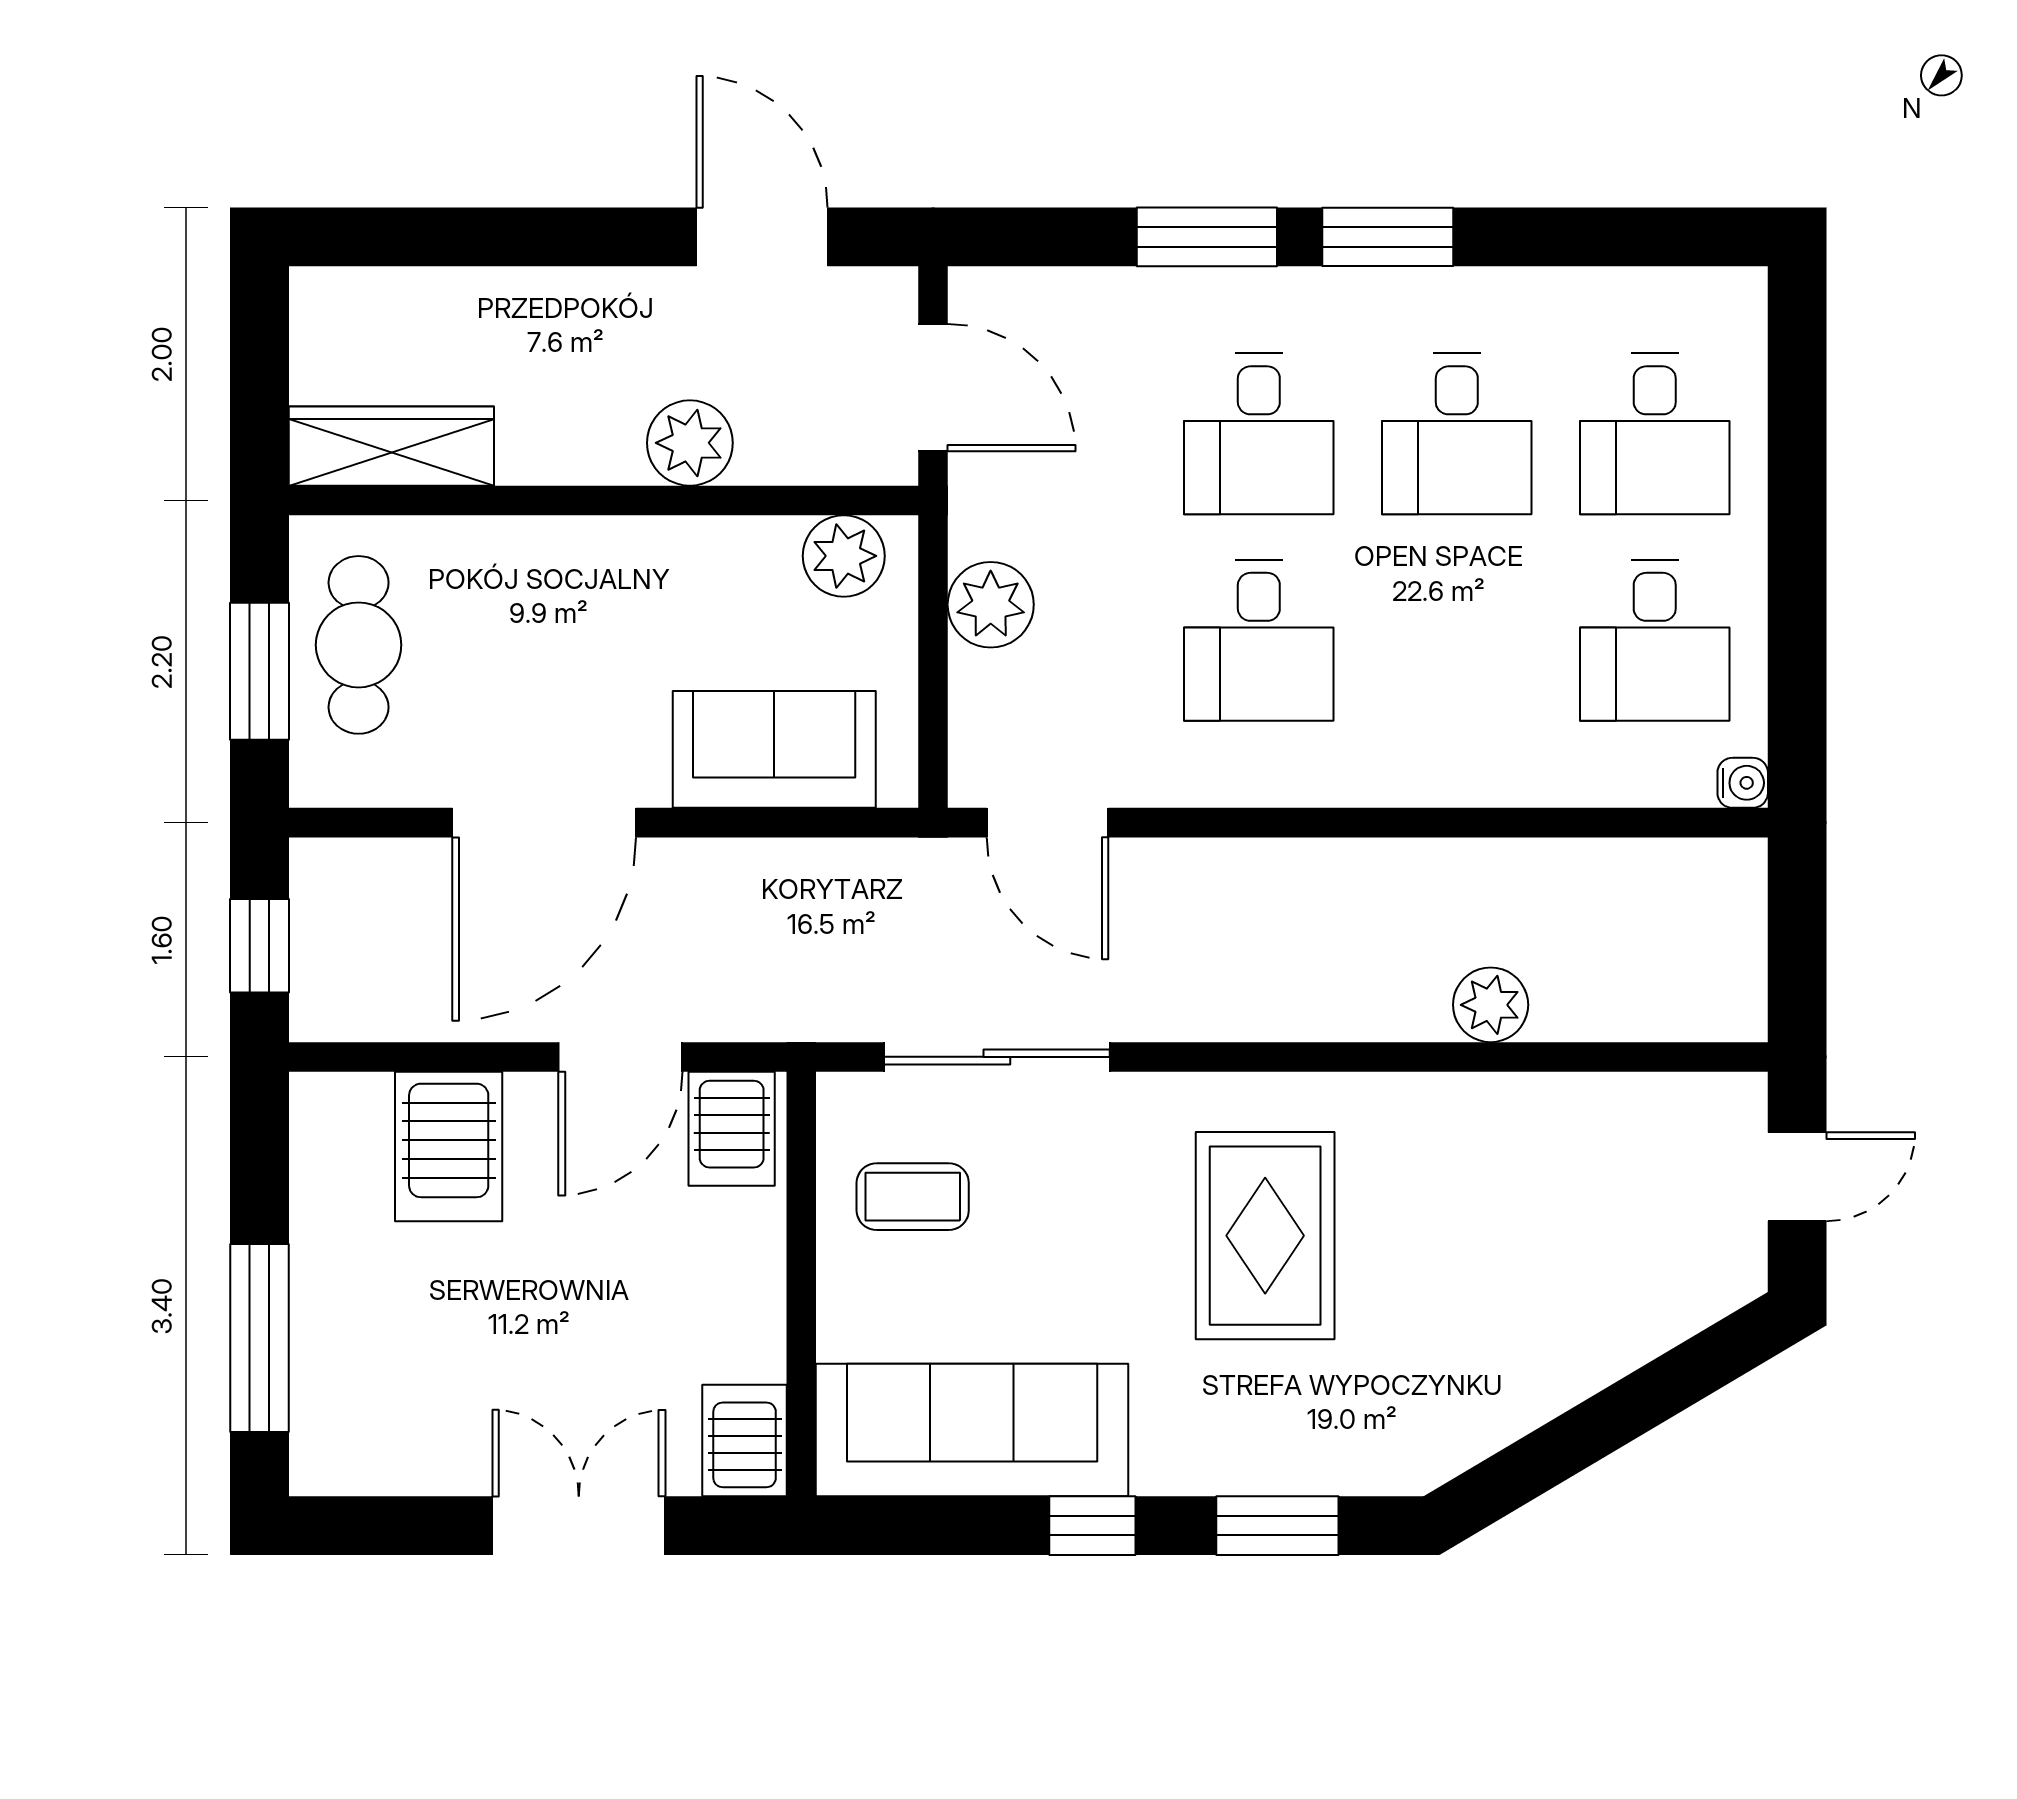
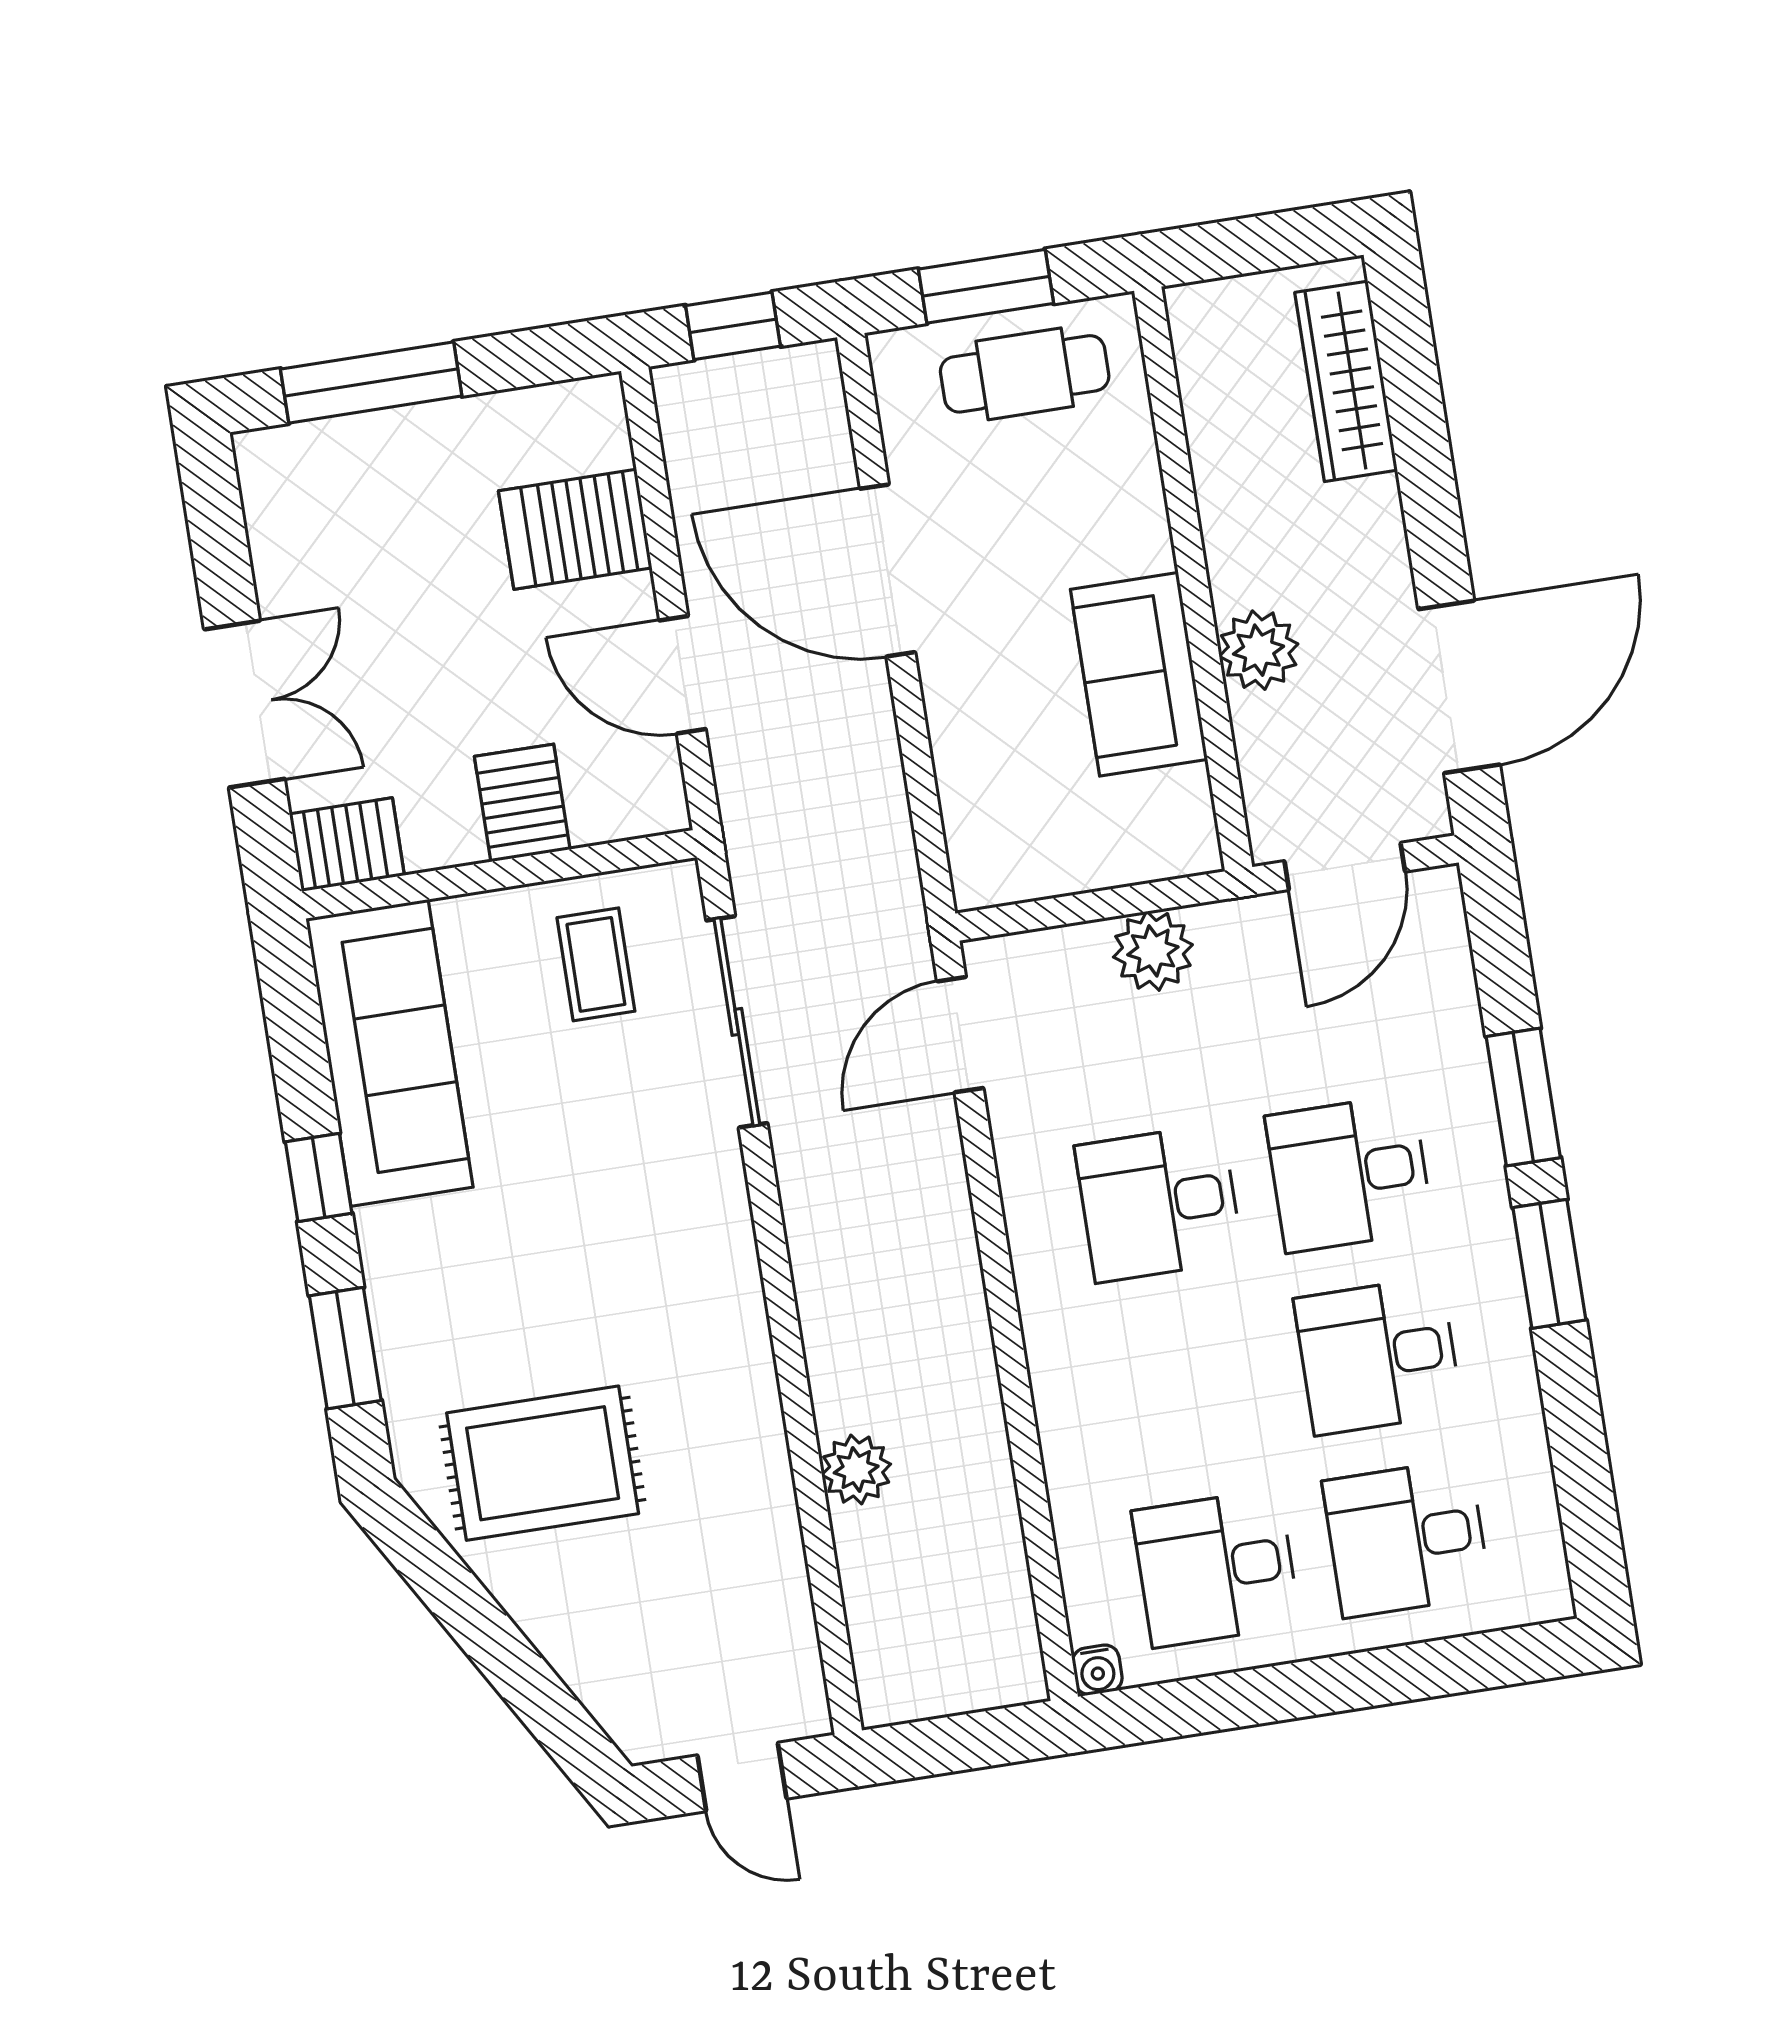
door: (762, 237) -> (1459, 687), width x1.36
wardrobe: (391, 446) -> (1346, 381), moved, turned 180
plant: (844, 556) -> (1177, 808), removed
sofa: (774, 749) -> (1139, 674), moved, turned 180
server rack: (732, 1129) -> (522, 803), moved, turned 90
rug: (1265, 1236) -> (543, 1463), moved

